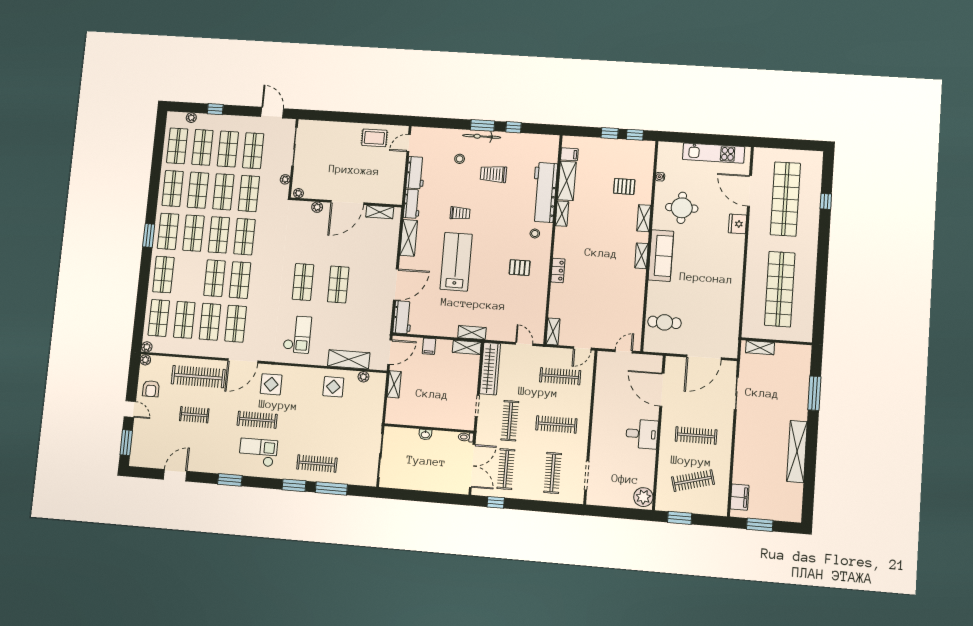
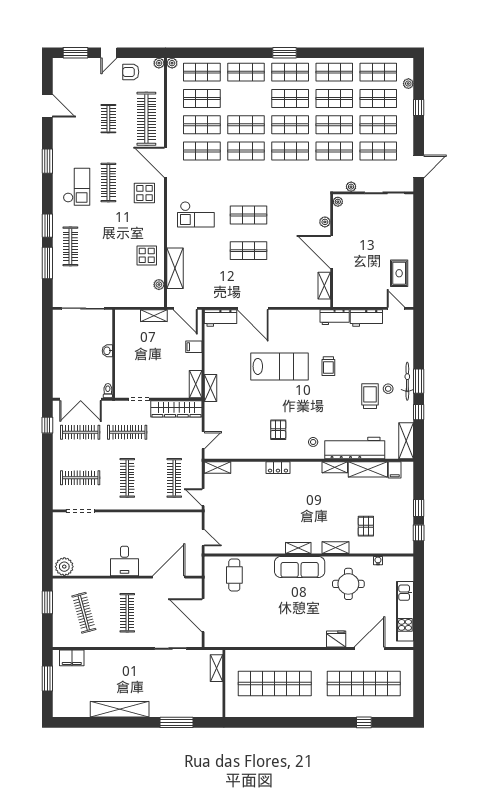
stool: (460, 159) -> (388, 389), moved
shelving: (409, 238) -> (406, 441), moved, turned 90

